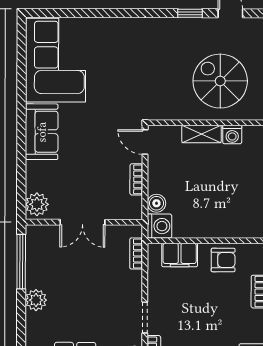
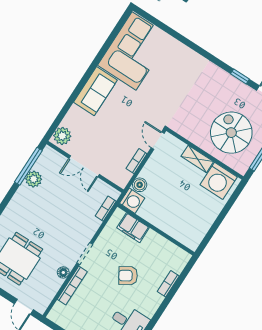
washing machine: (232, 135) -> (219, 181), width x1.89, depth x1.89
armchair: (223, 260) -> (128, 276), moved, turned 148
plant: (36, 300) -> (34, 179), moved

